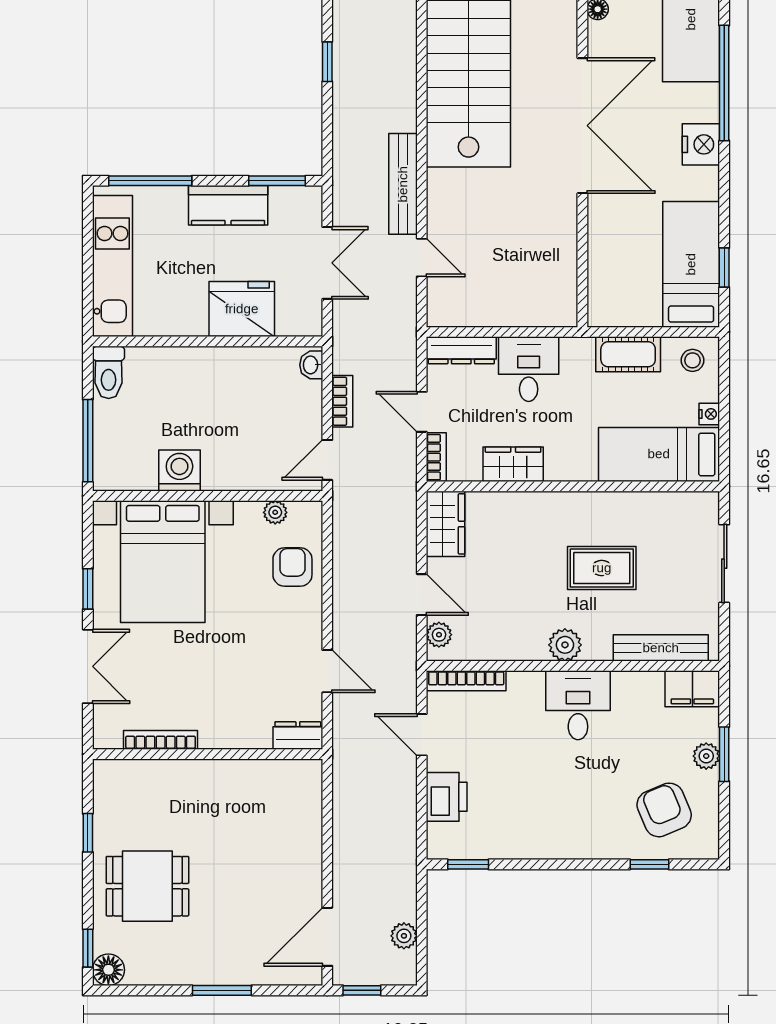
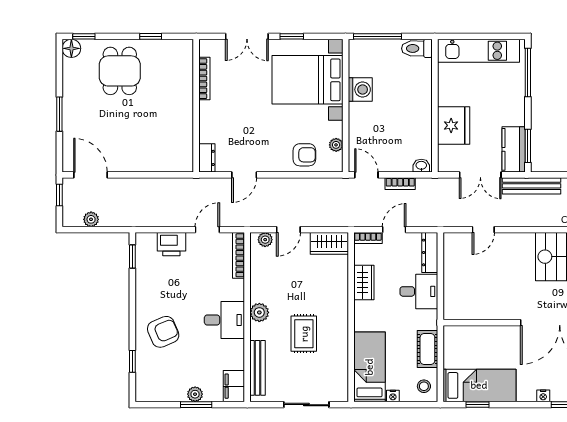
nightstand: (701, 144) -> (543, 396), width x0.53, depth x0.56
bench: (403, 184) -> (531, 186), moved
kitchen counter: (228, 205) -> (514, 149), moved
armchair: (664, 810) -> (163, 332), moved

